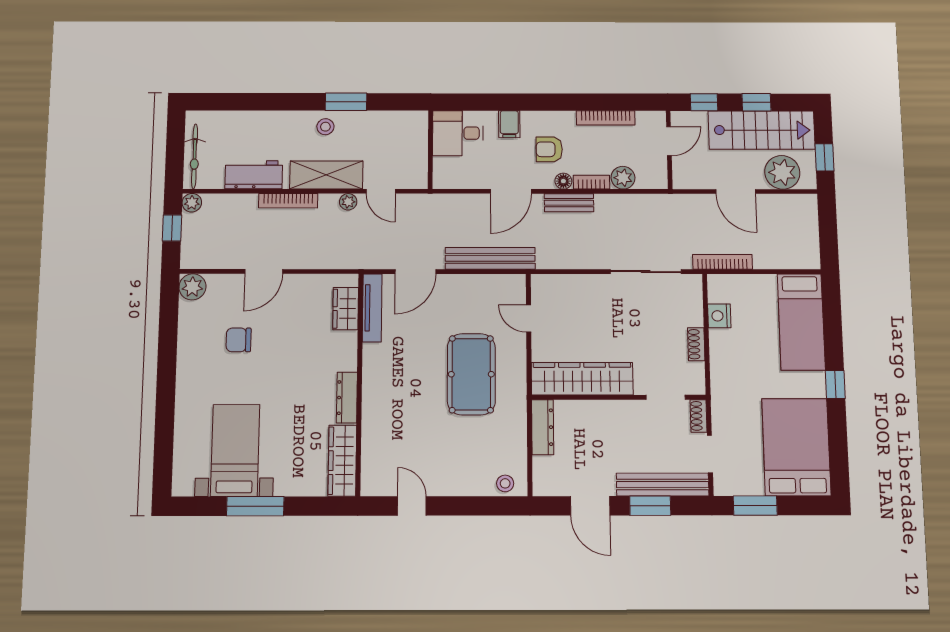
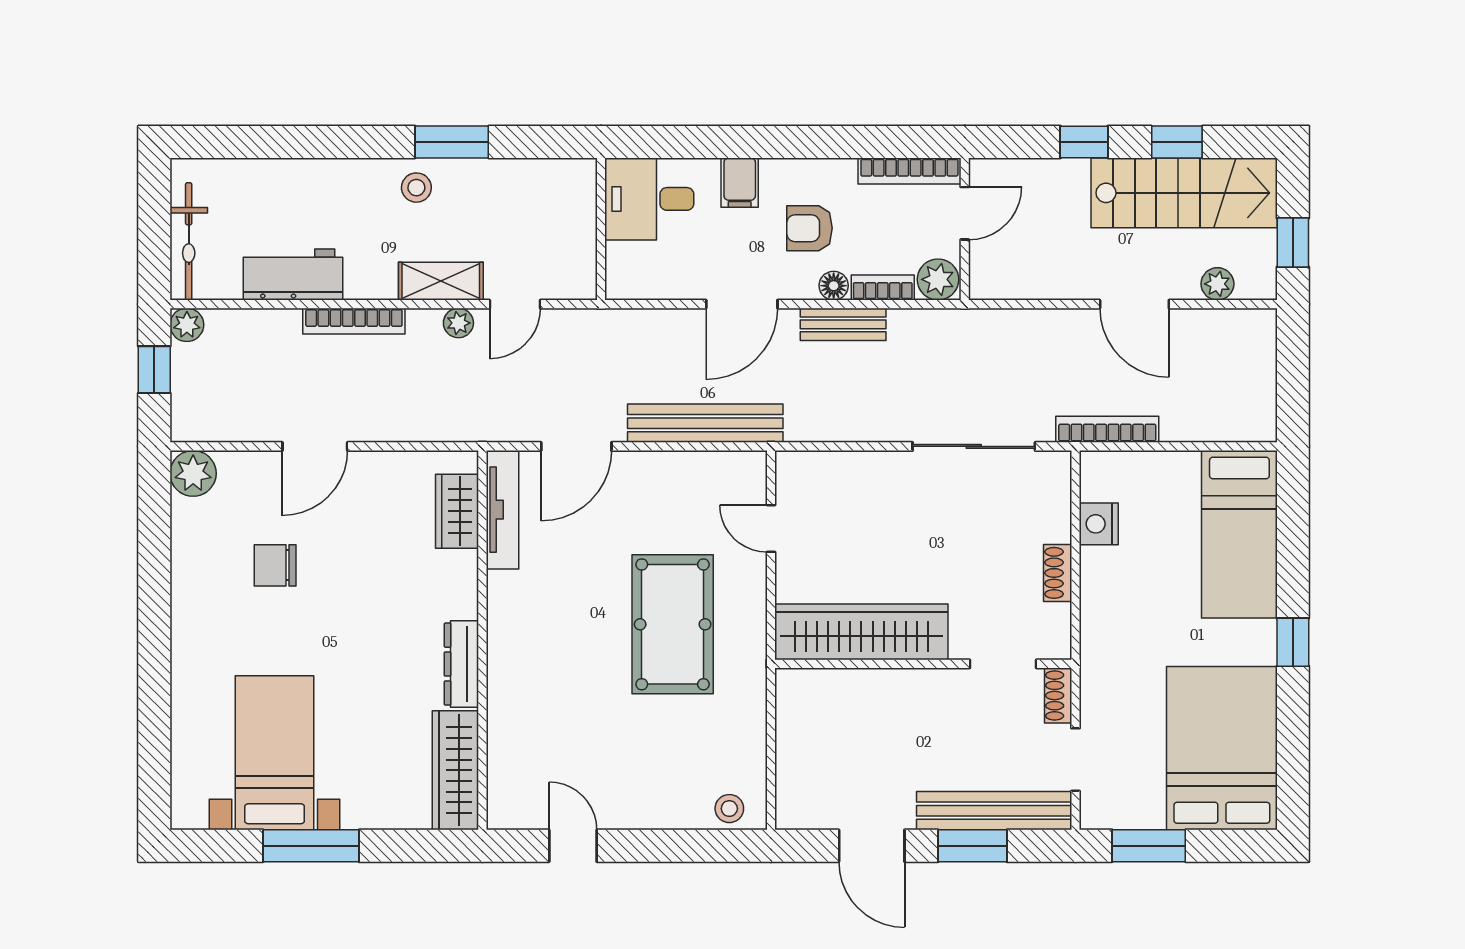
door: (669, 141) -> (965, 213), moved
wall: (669, 150) -> (965, 229), moved
plant: (782, 172) -> (1217, 284), width x0.53, depth x0.53
shelving: (326, 175) -> (441, 281), width x0.67, depth x0.75
door: (381, 191) -> (515, 304), hinge flipped
dresser: (543, 427) -> (793, 714), removed

